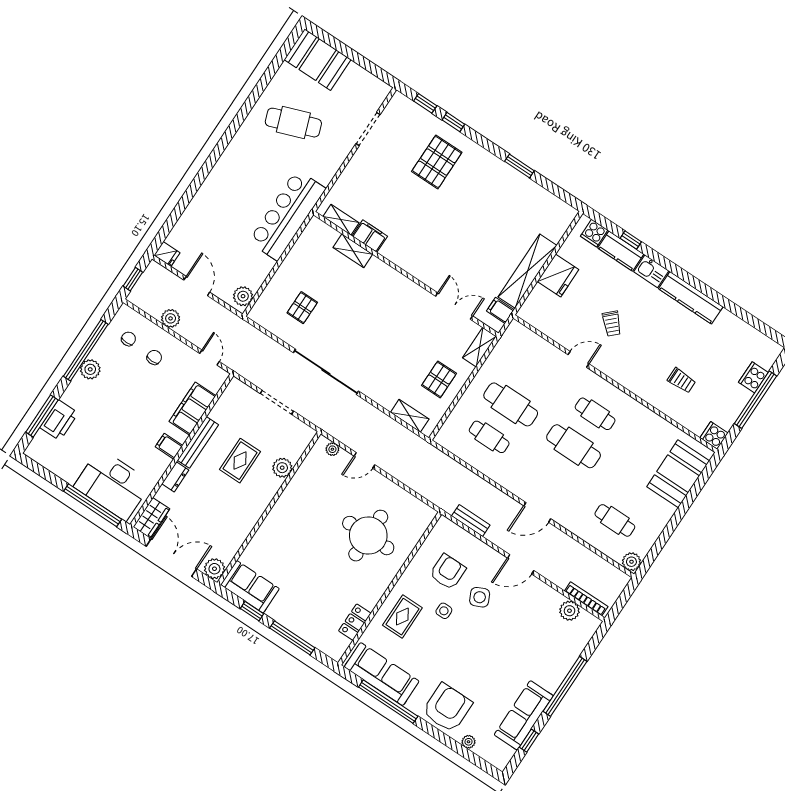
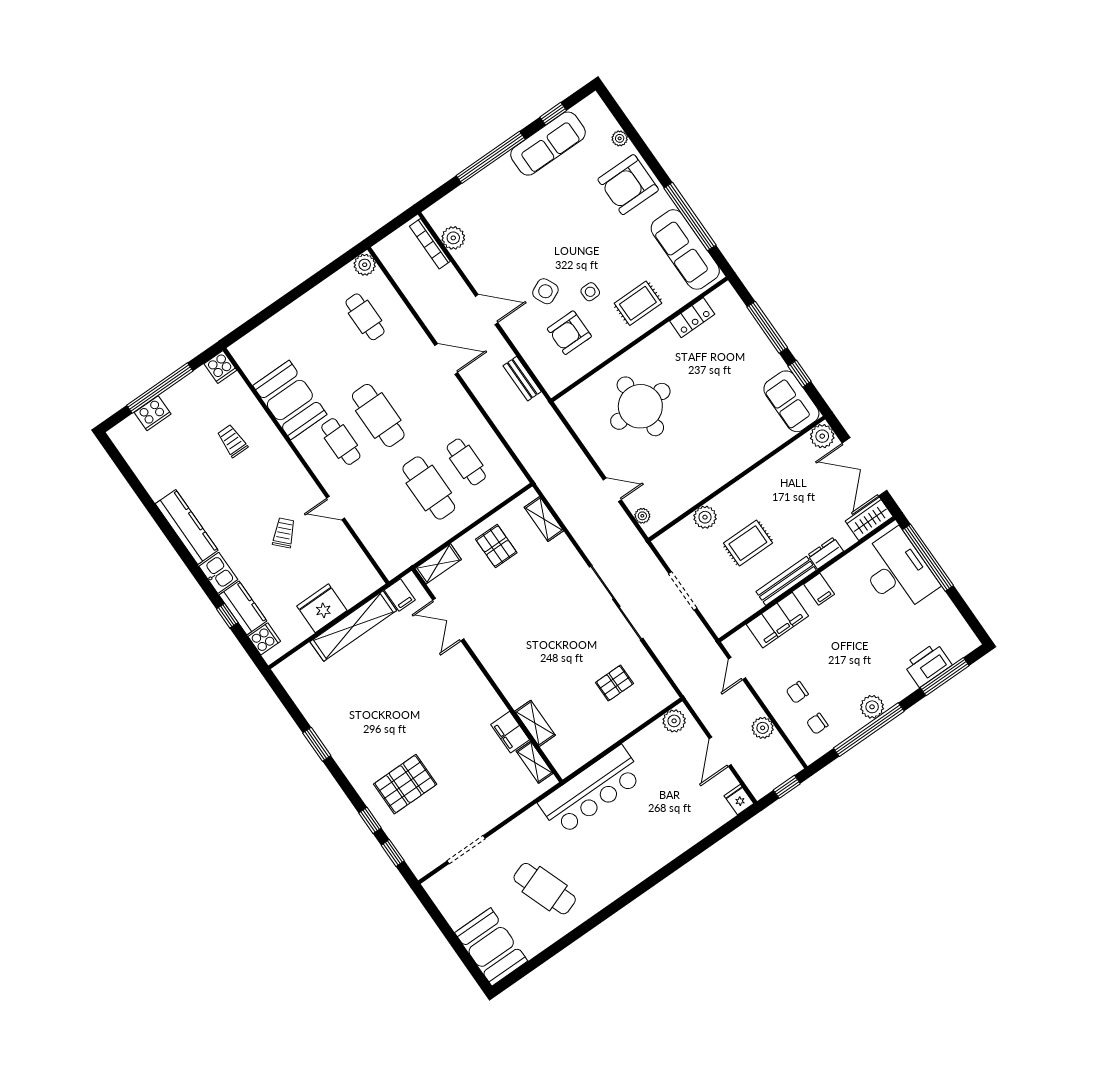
pallet: (439, 379) -> (496, 546), turned 90
booth: (678, 474) -> (290, 400), moved, turned 90

